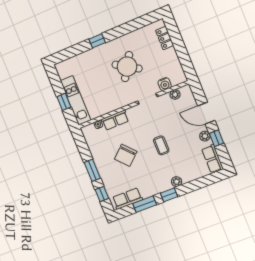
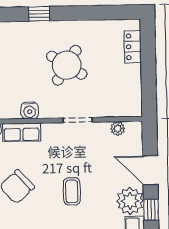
water cooler: (165, 84) -> (30, 110), moved
plant: (205, 136) -> (130, 201), width x1.88, depth x1.88

